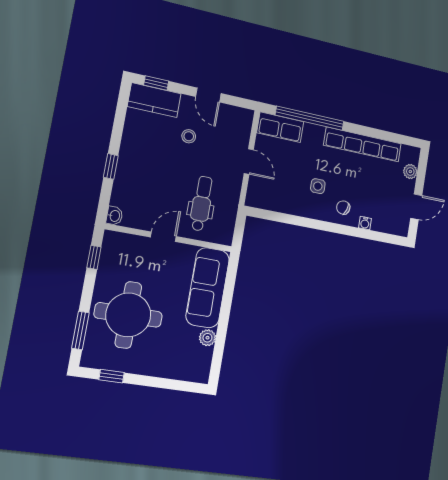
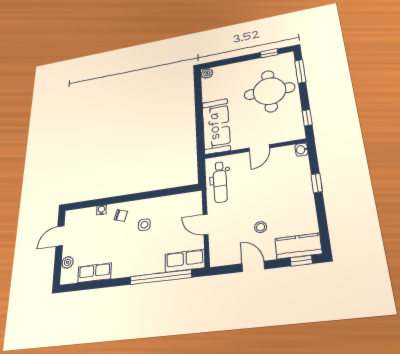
row of seats: (363, 144) -> (95, 273), width x0.50
dental chair: (202, 204) -> (220, 182), moved
plant: (207, 338) -> (207, 73), moved

